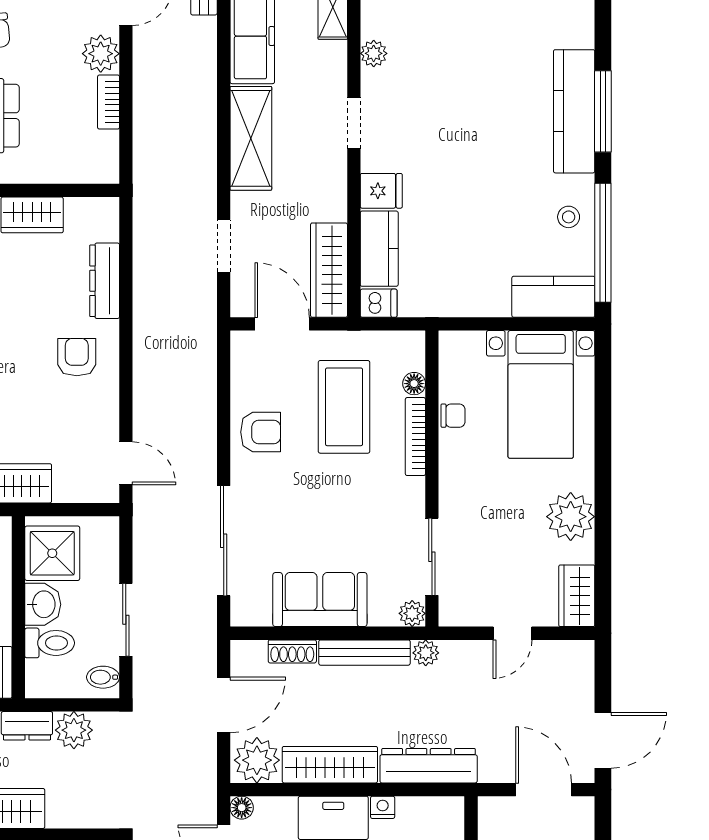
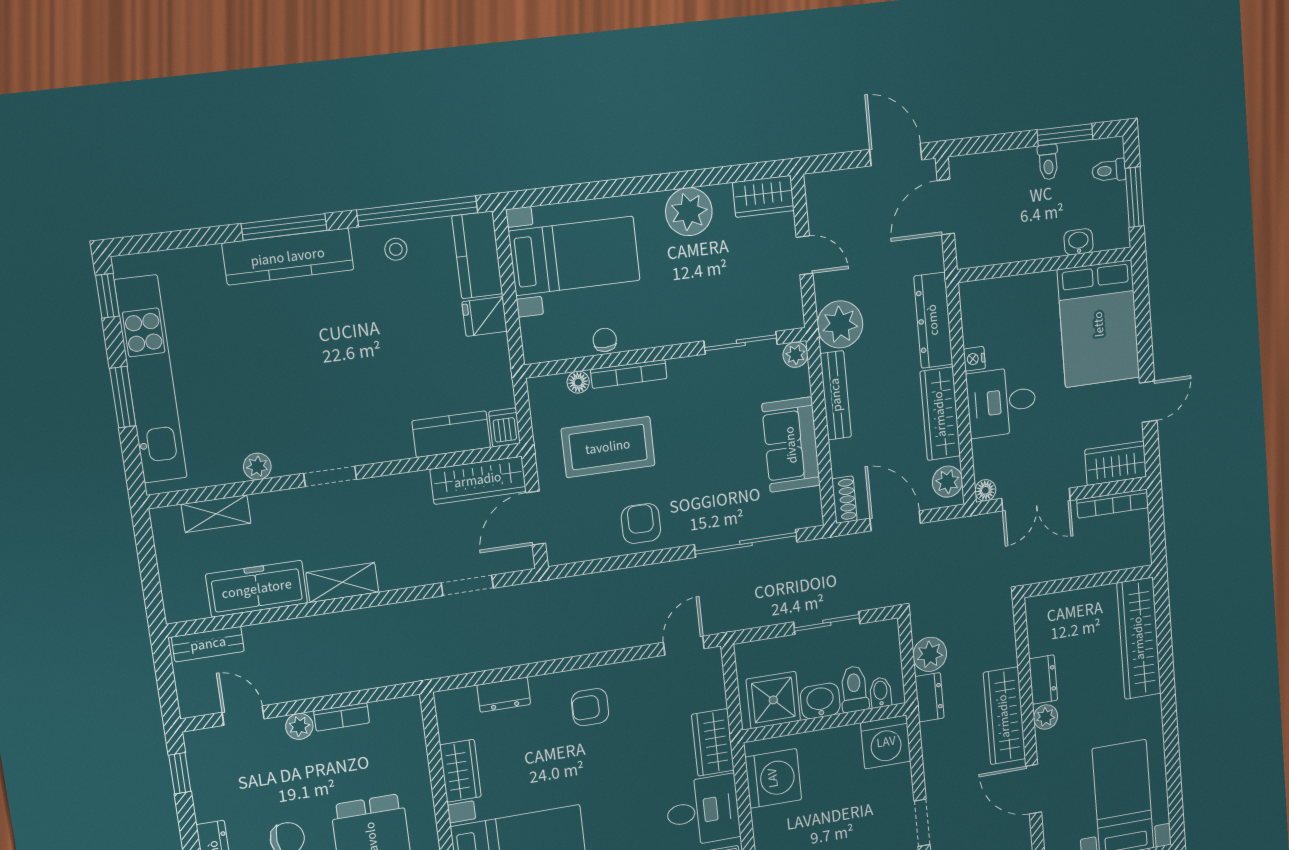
plant: (101, 54) -> (299, 726), width x0.73, depth x0.73
shelving: (251, 138) -> (342, 582), width x0.67, depth x0.75
fridge: (381, 191) -> (485, 317), moved, turned -90
dresser: (105, 281) -> (504, 695), width x0.70
shoe rack: (292, 651) -> (844, 500), moved
plant: (426, 653) -> (840, 324), width x1.88, depth x1.88
bidet: (103, 677) -> (881, 692), moved, turned 180
plant: (257, 760) -> (948, 482), width x0.73, depth x0.73

